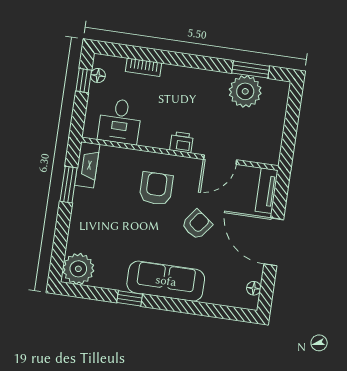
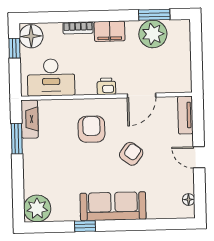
bookcase: (144, 67) -> (78, 28), moved
floor lamp: (98, 76) -> (31, 36), width x1.89, depth x1.89
filing cabinet: (196, 80) -> (110, 31), added
desk: (120, 121) -> (51, 77), width x1.37
door: (274, 242) -> (199, 157), width x0.53

